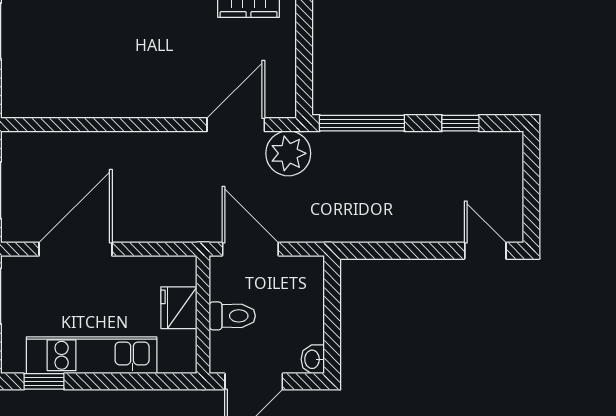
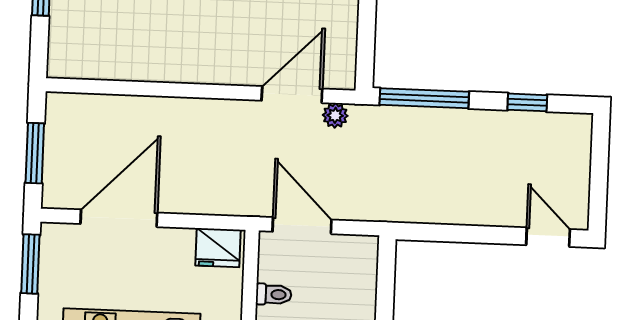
plant: (288, 153) -> (335, 115), width x0.53, depth x0.53
fridge: (179, 308) -> (218, 248), moved, turned -90
toilet: (232, 316) -> (274, 294), width x0.73, depth x0.72

